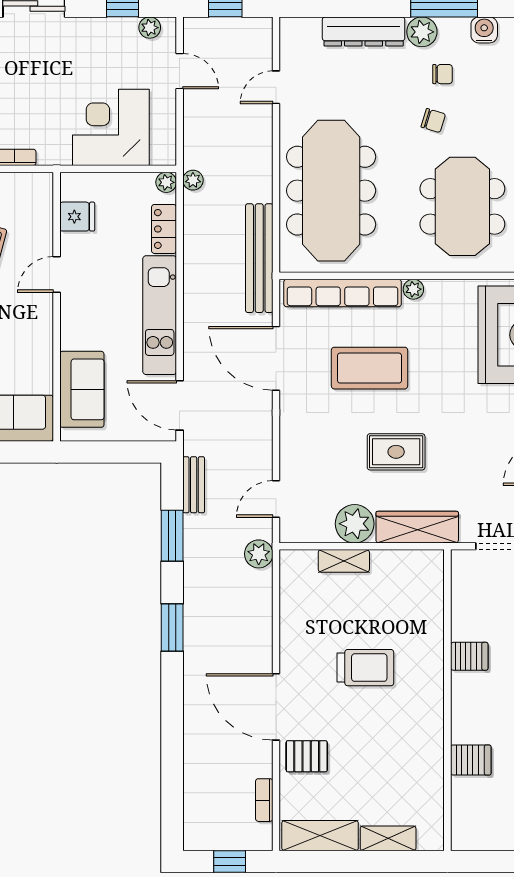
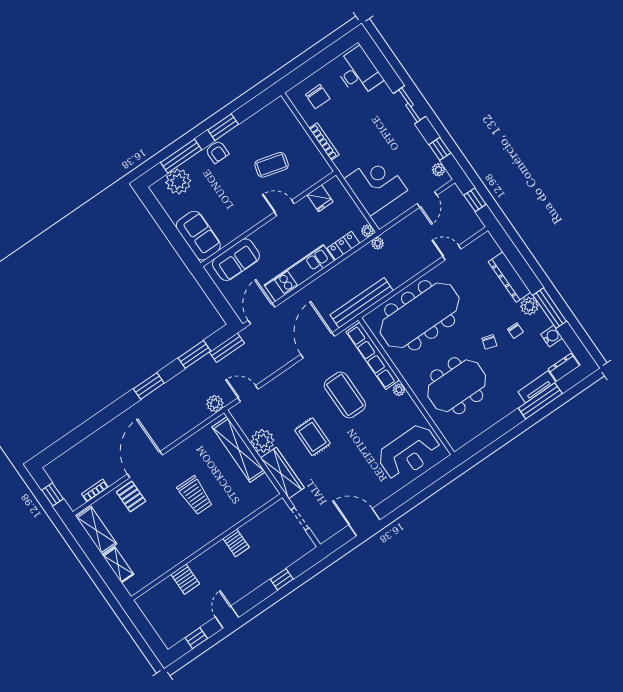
shelving: (344, 561) -> (239, 449), width x2.20, depth x1.33

